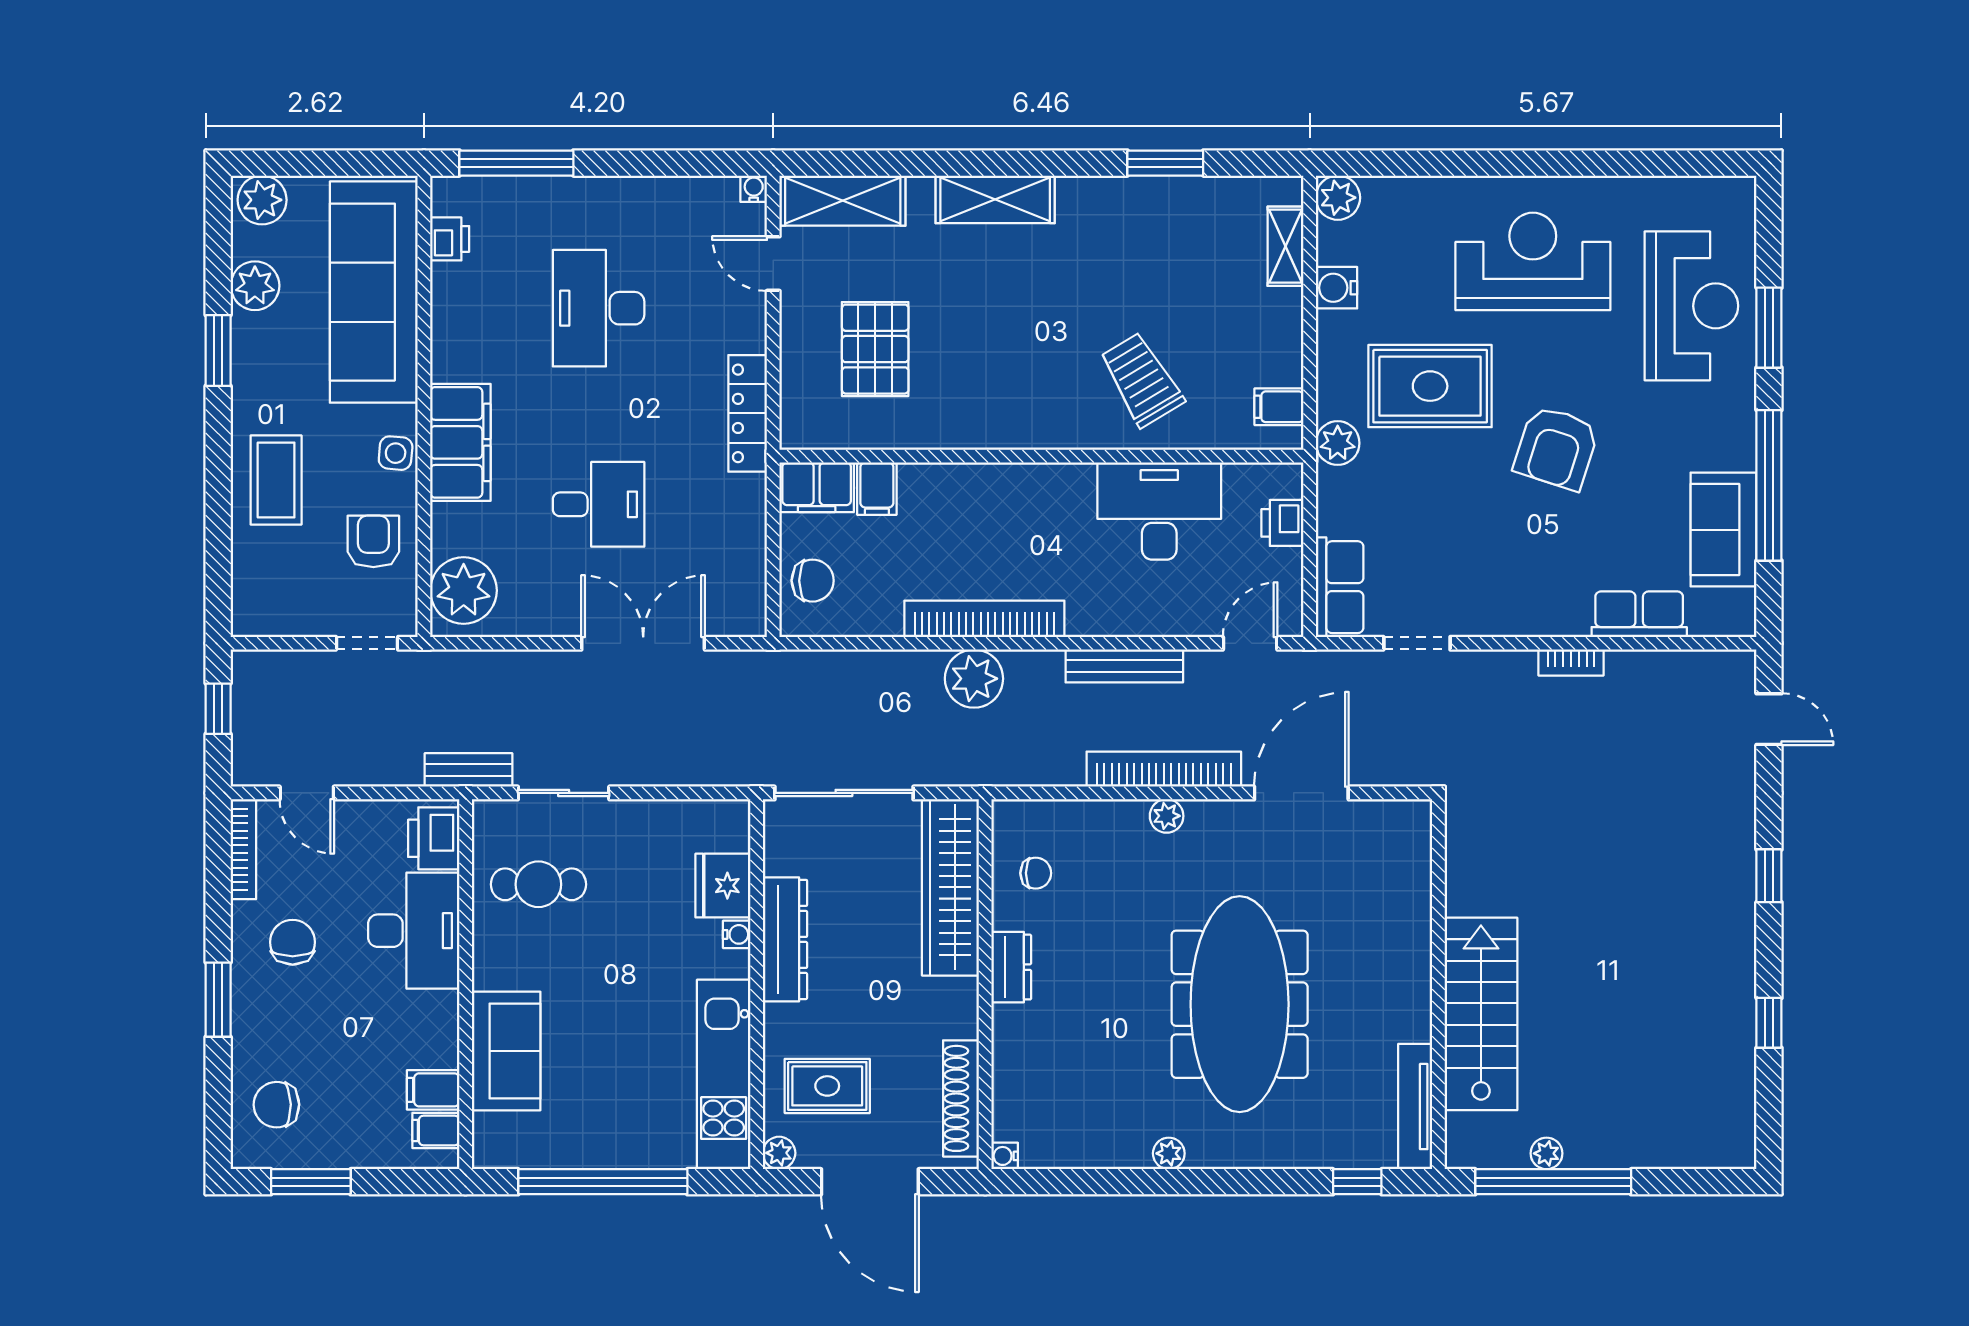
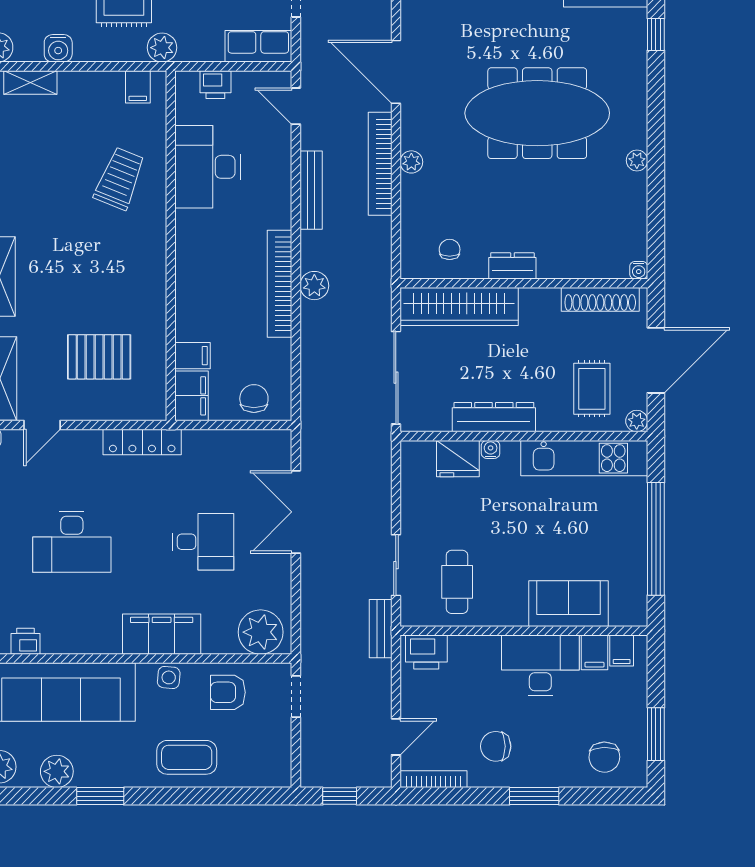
trolley: (1142, 380) -> (120, 179), turned 143
desk: (599, 504) -> (203, 542), turned 90
plant: (974, 679) -> (314, 286), width x0.73, depth x0.73
desk: (414, 931) -> (540, 665), moved

